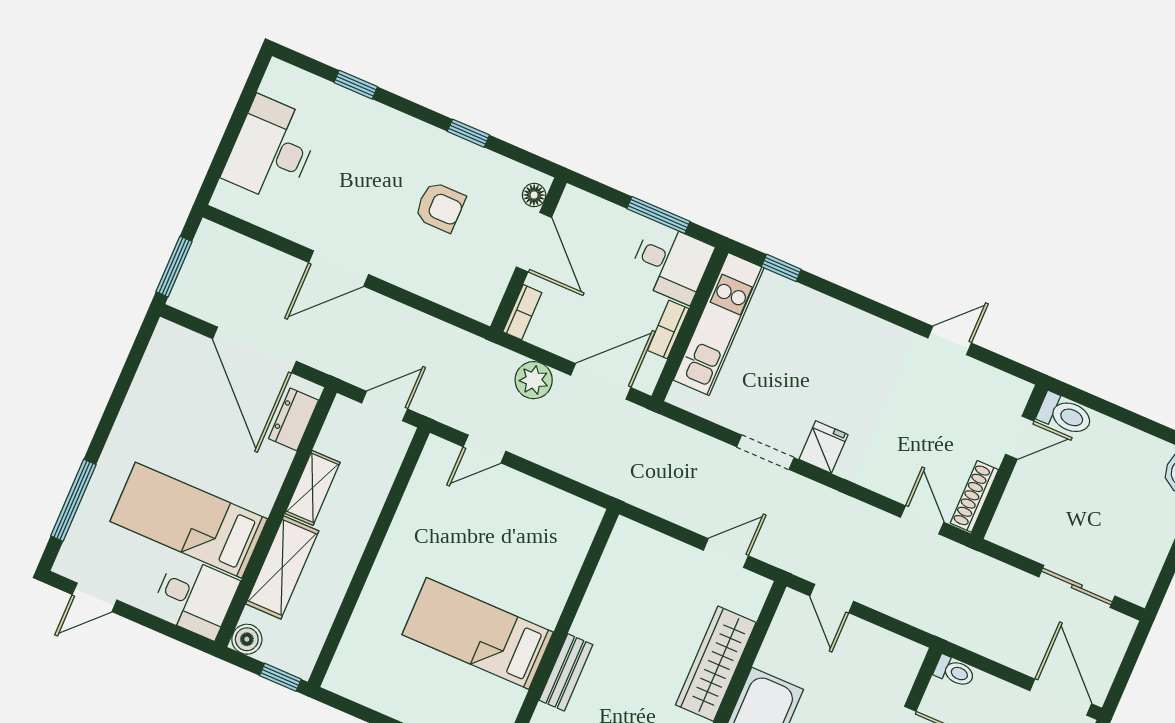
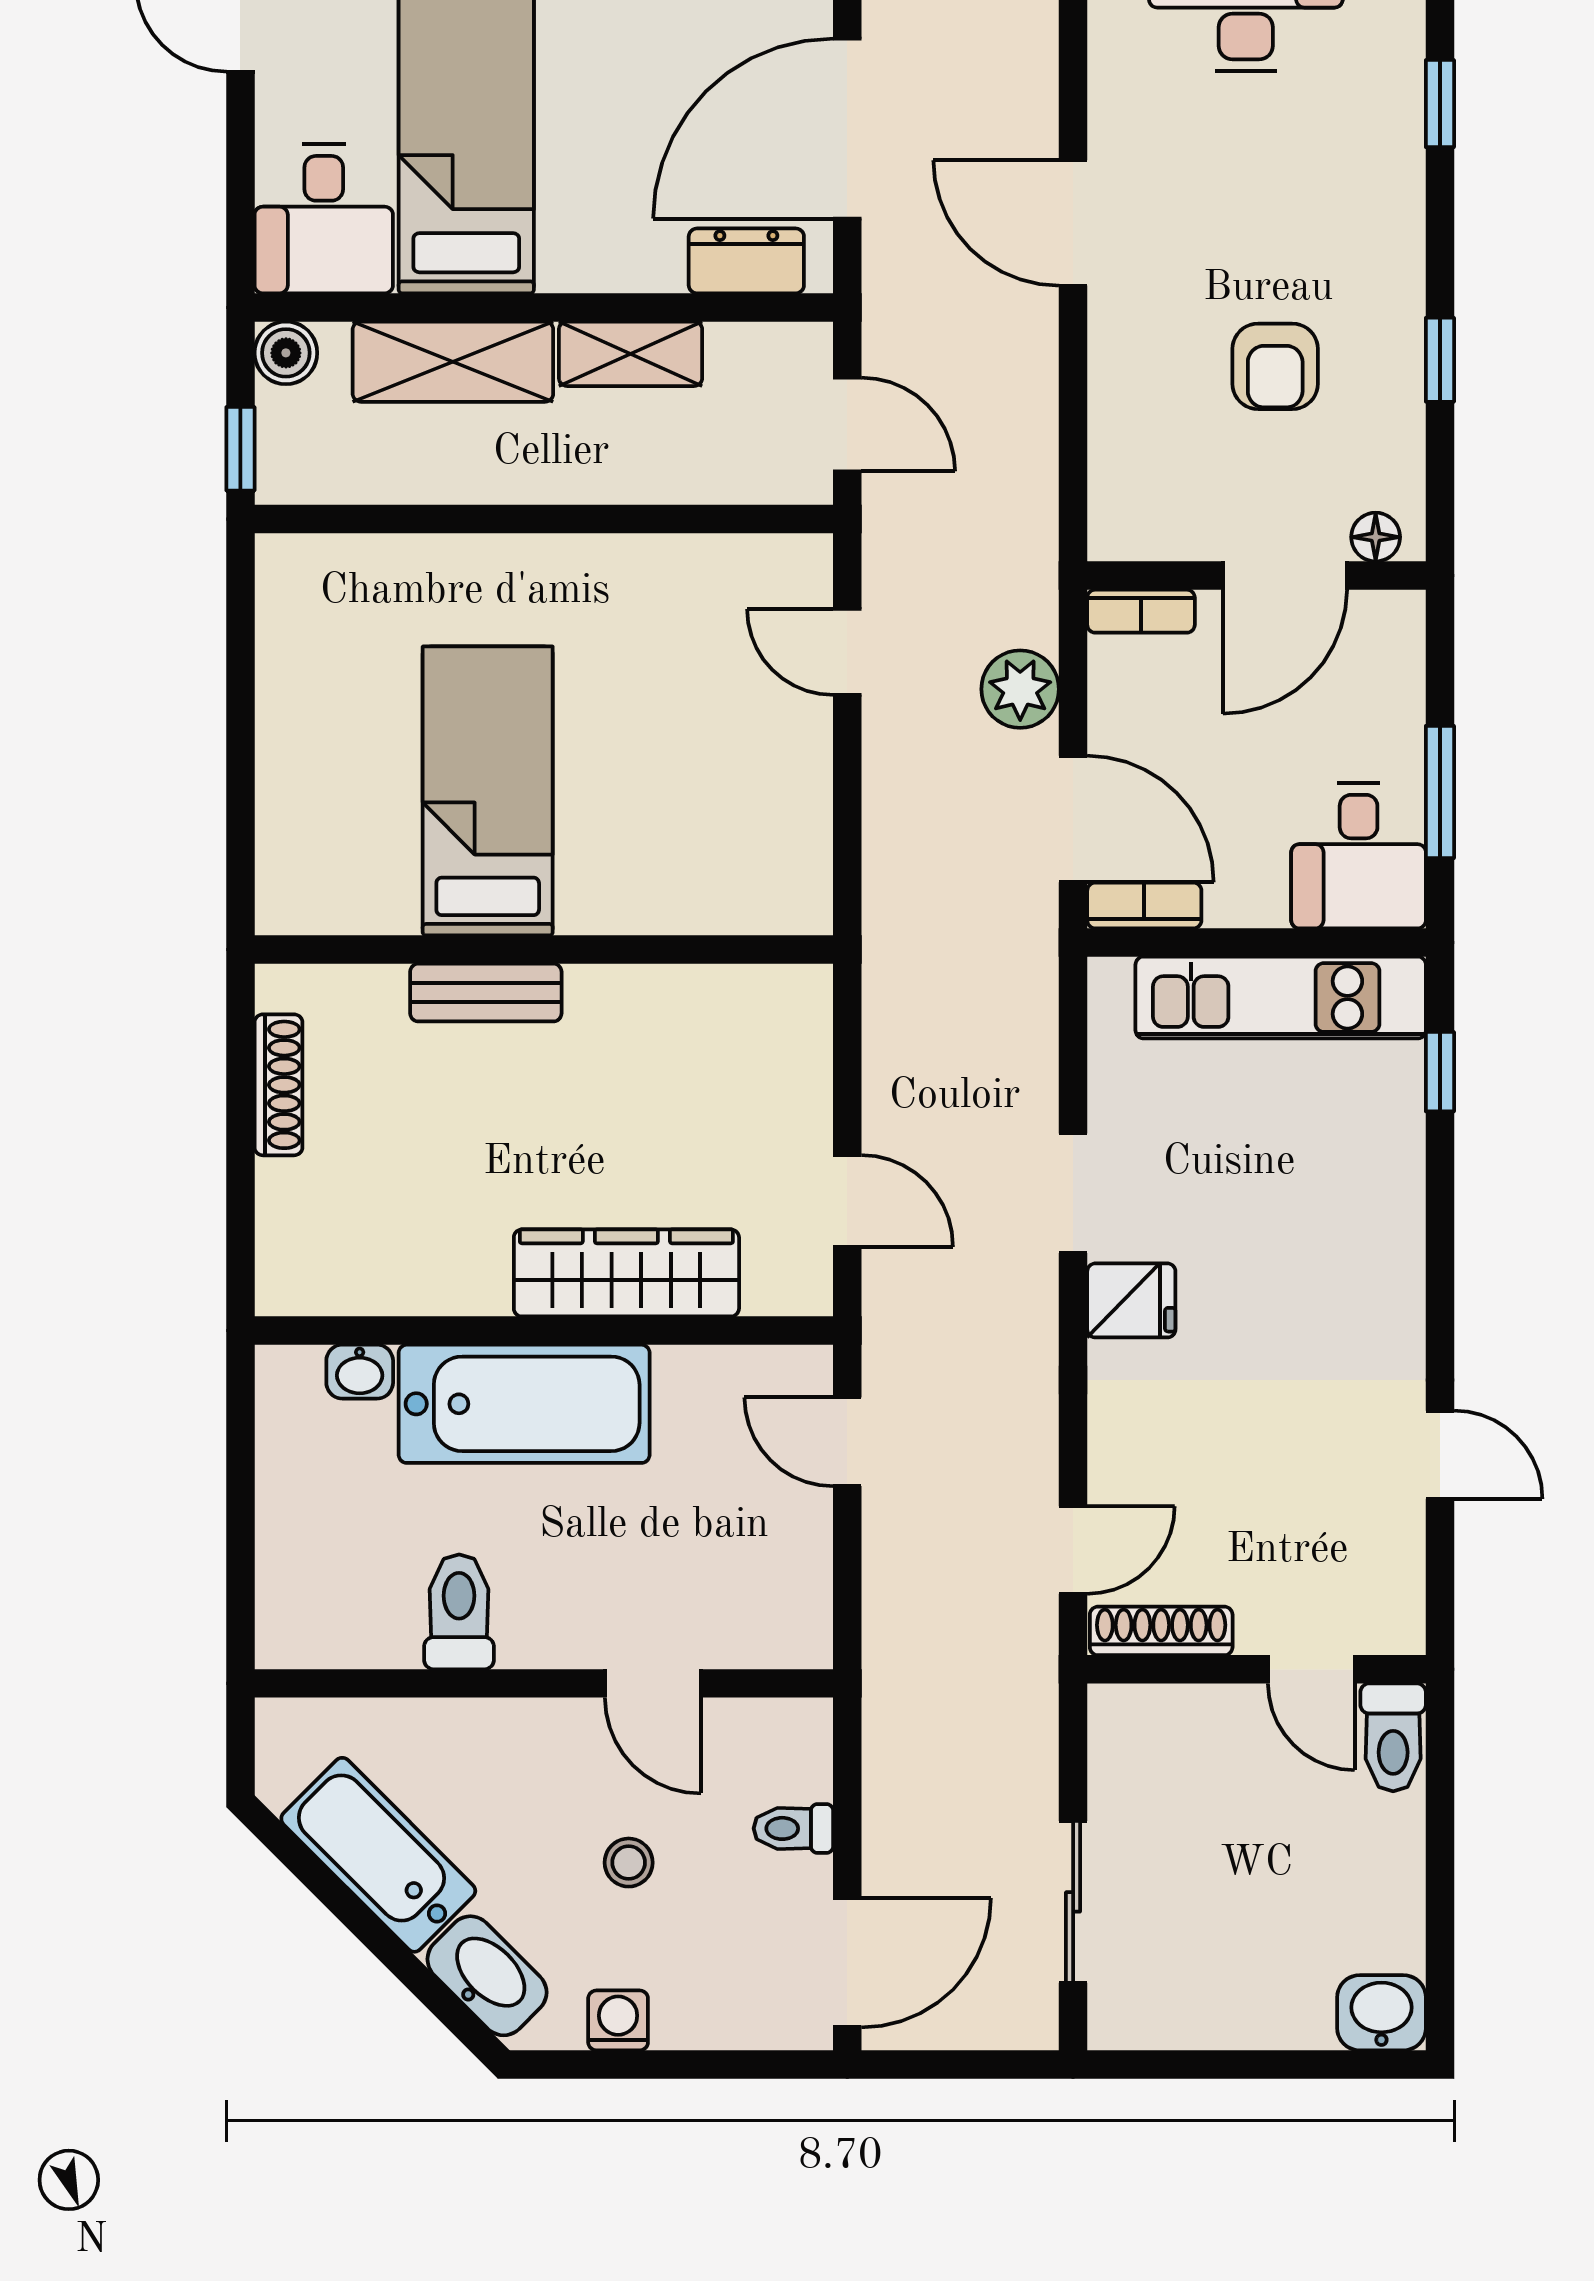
bookcase: (668, 329) -> (1144, 906), moved
door: (832, 599) -> (847, 1442), hinge flipped
toilet: (954, 671) -> (793, 1828), moved, turned 90

